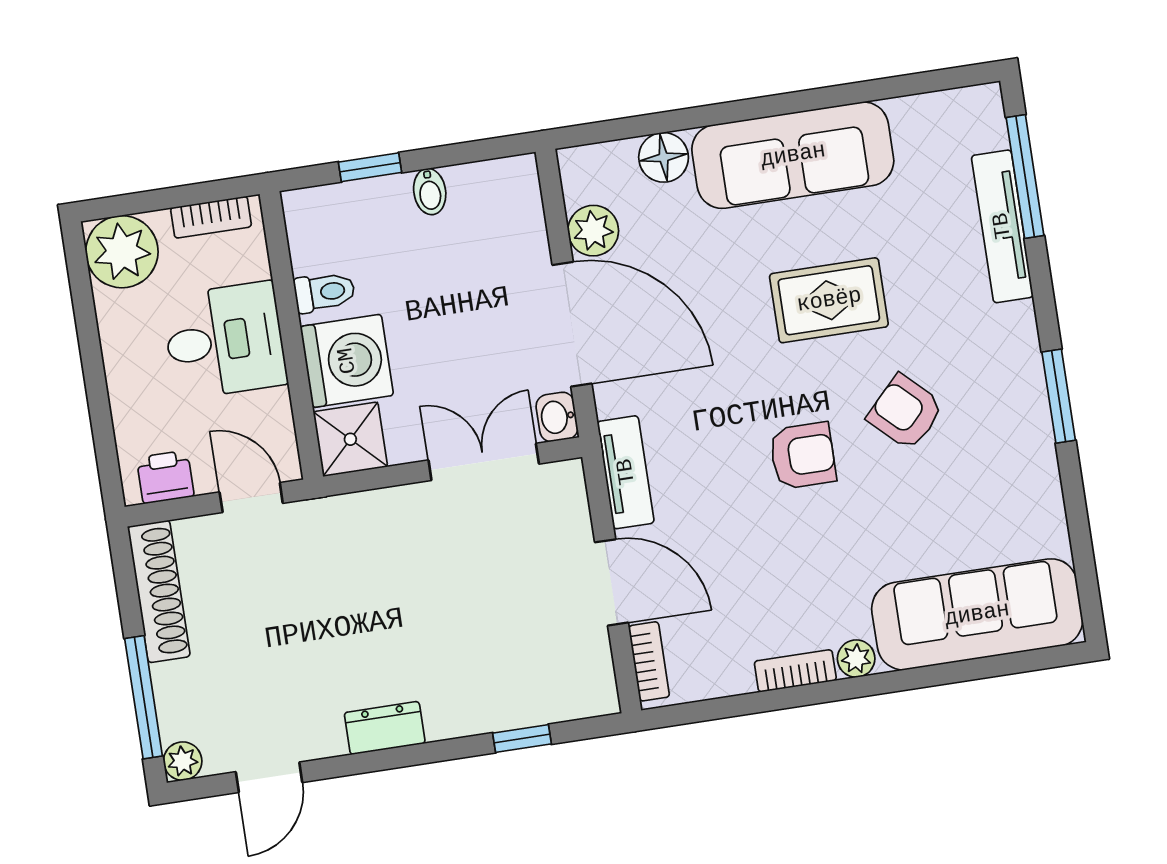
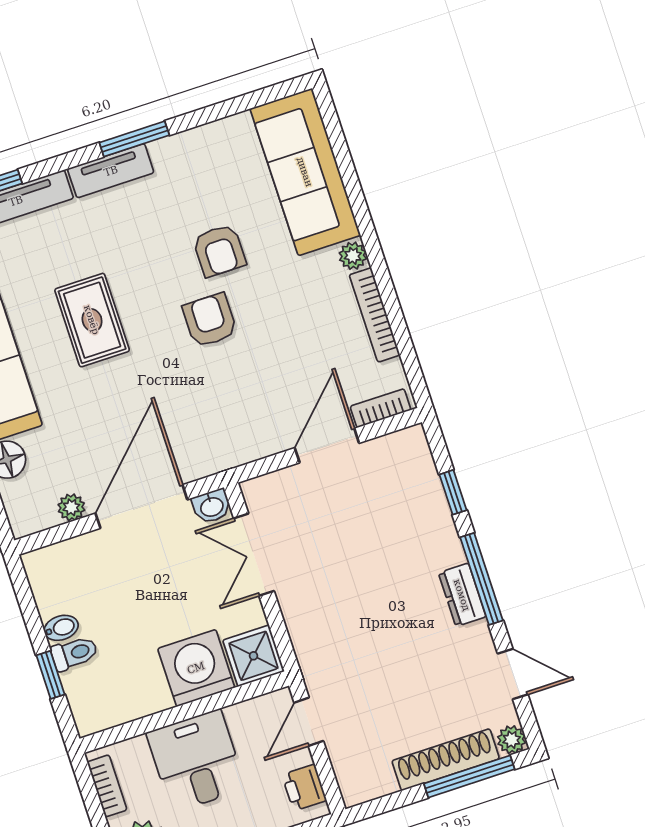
plant: (593, 231) -> (71, 507), width x0.73, depth x0.73
toilet: (324, 292) -> (74, 653), moved, turned 90
armchair: (905, 412) -> (219, 251), moved, turned -44
tv unit: (626, 472) -> (111, 171), moved, turned 180
shoe rack: (159, 591) -> (446, 760), moved
bookcase: (795, 671) -> (375, 315), width x1.56
window: (401, 757) -> (481, 579), added

